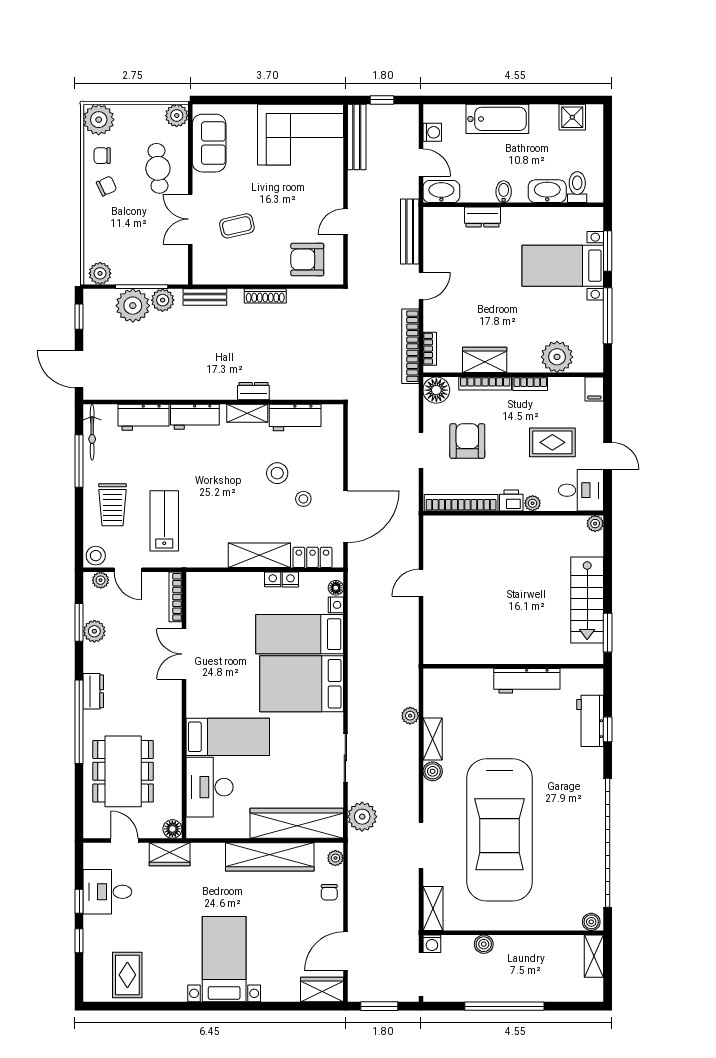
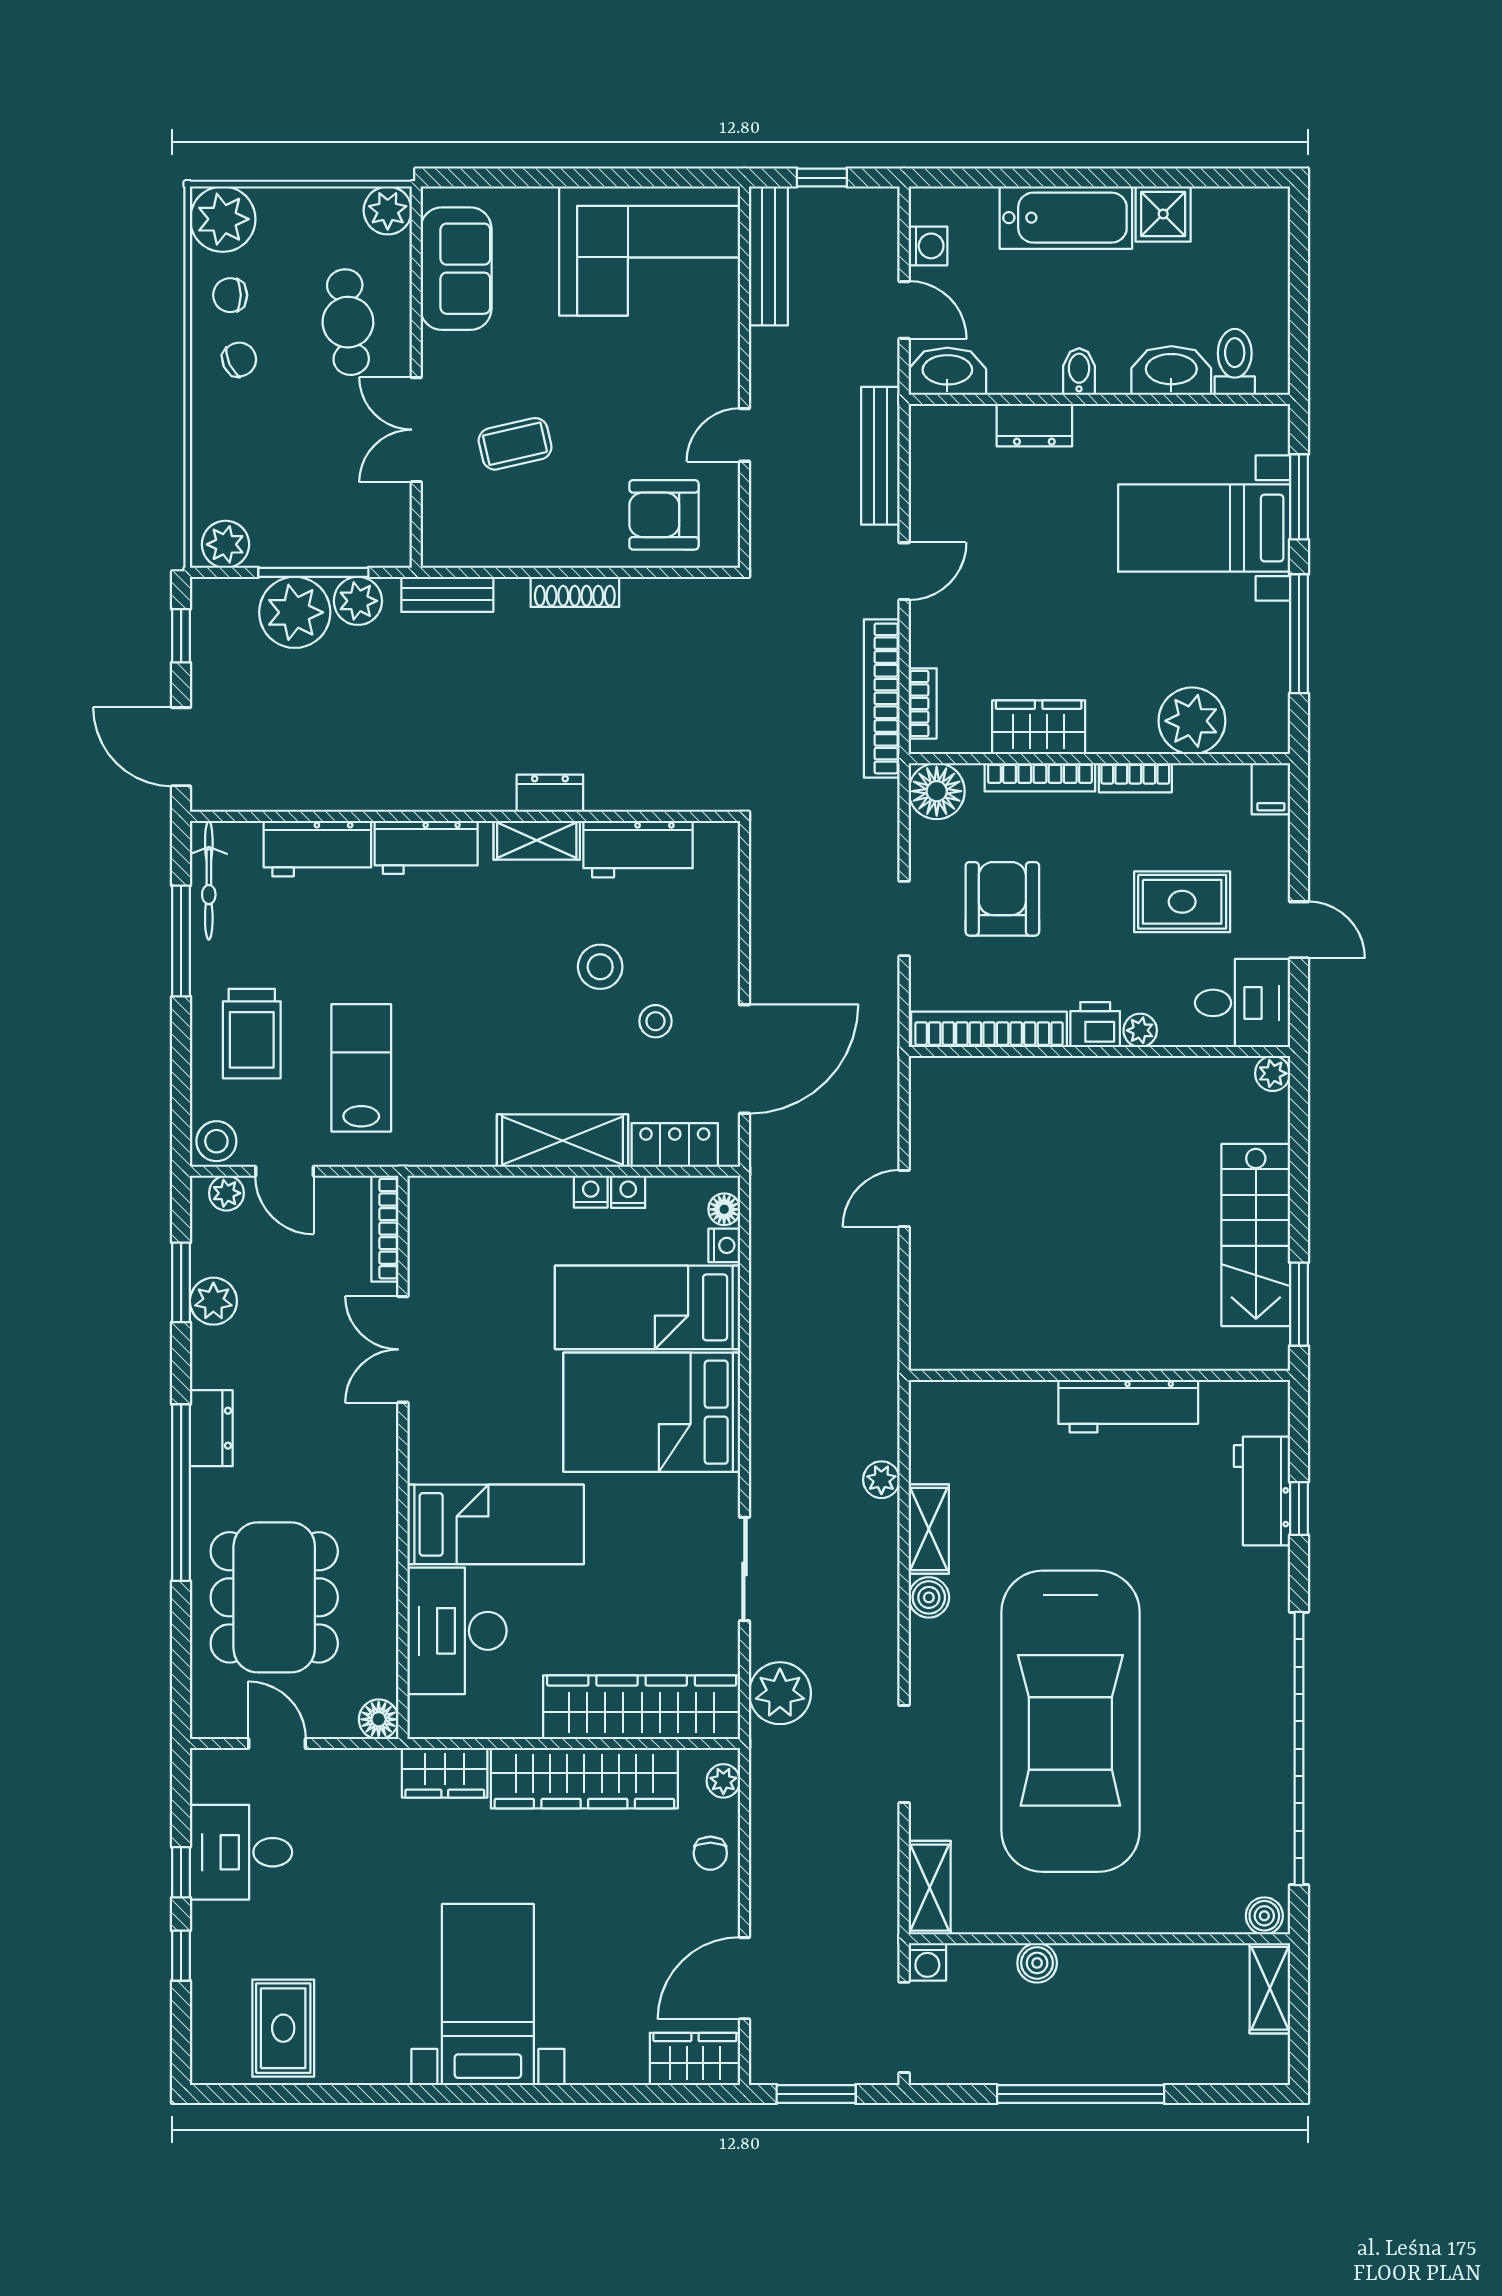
shower: (572, 117) -> (1163, 214), moved
wardrobe: (170, 854) -> (445, 1773), moved

